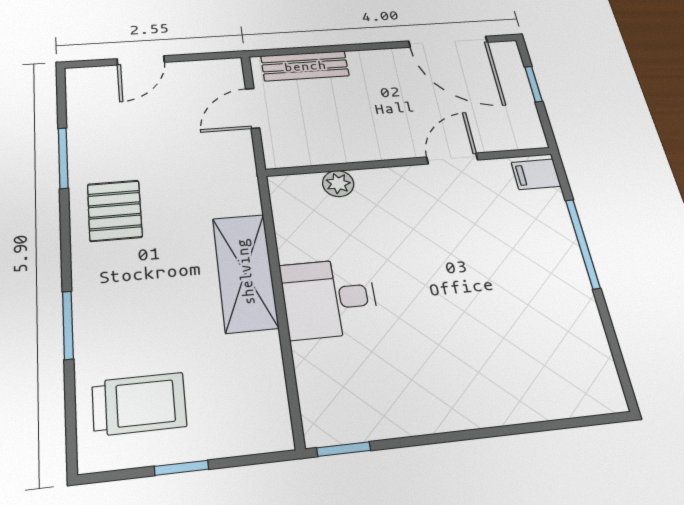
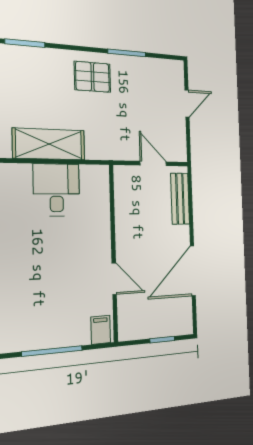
door: (448, 42) -> (193, 271), moved
door: (141, 60) -> (187, 104), swing flipped
plant: (338, 184) -> (102, 207), removed
desk: (329, 298) -> (56, 190), moved

